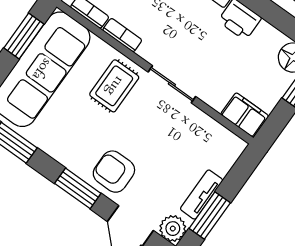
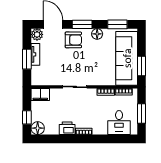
rug: (114, 86) -> (96, 71), removed
floor lamp: (63, 152) -> (97, 34), added
window: (210, 216) -> (27, 59), moved

